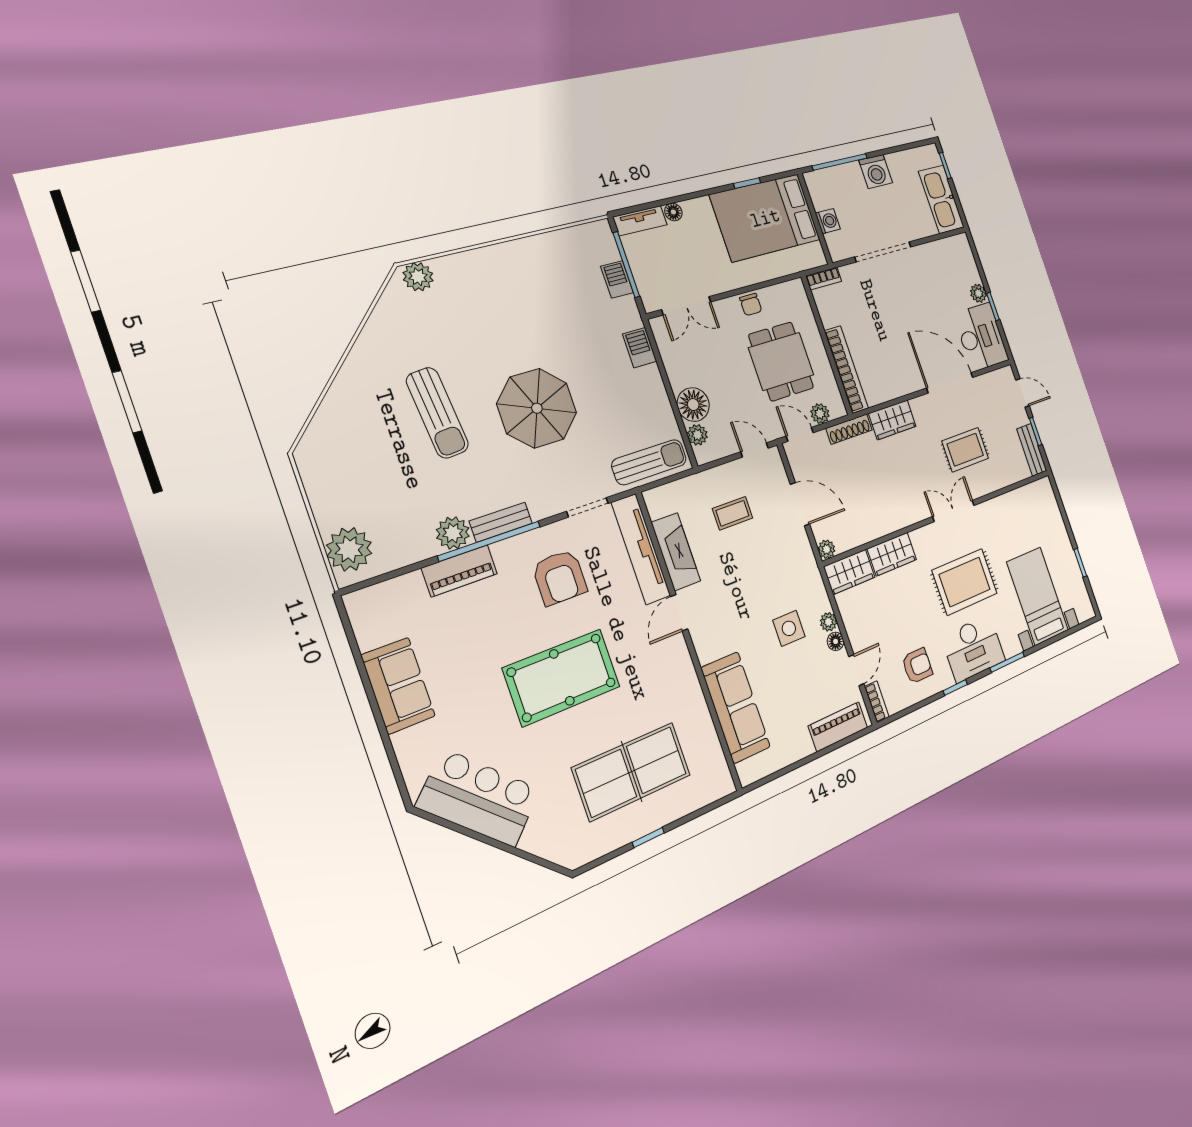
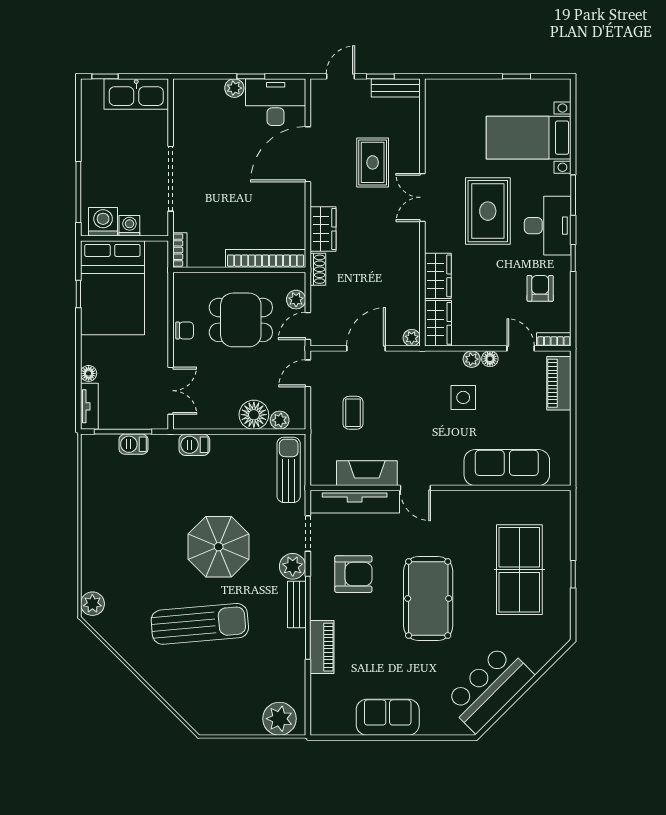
washing machine: (876, 172) -> (103, 222), moved, turned -90
sun lounger: (437, 413) -> (200, 624), width x1.36, depth x1.34
shoe rack: (849, 429) -> (318, 269), width x0.70
plant: (453, 533) -> (293, 566), moved

